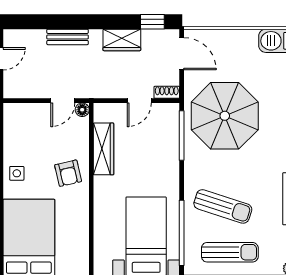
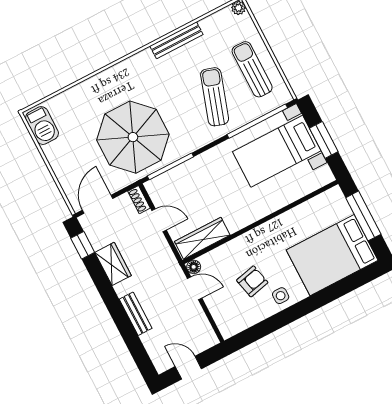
wardrobe: (104, 149) -> (202, 238), moved
armchair: (68, 173) -> (252, 281), moved

